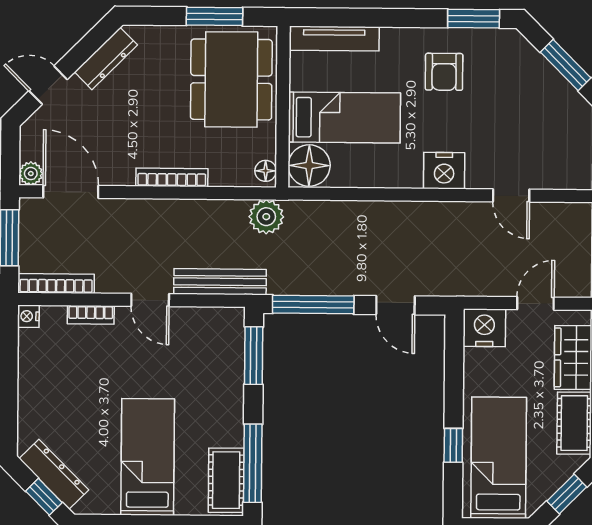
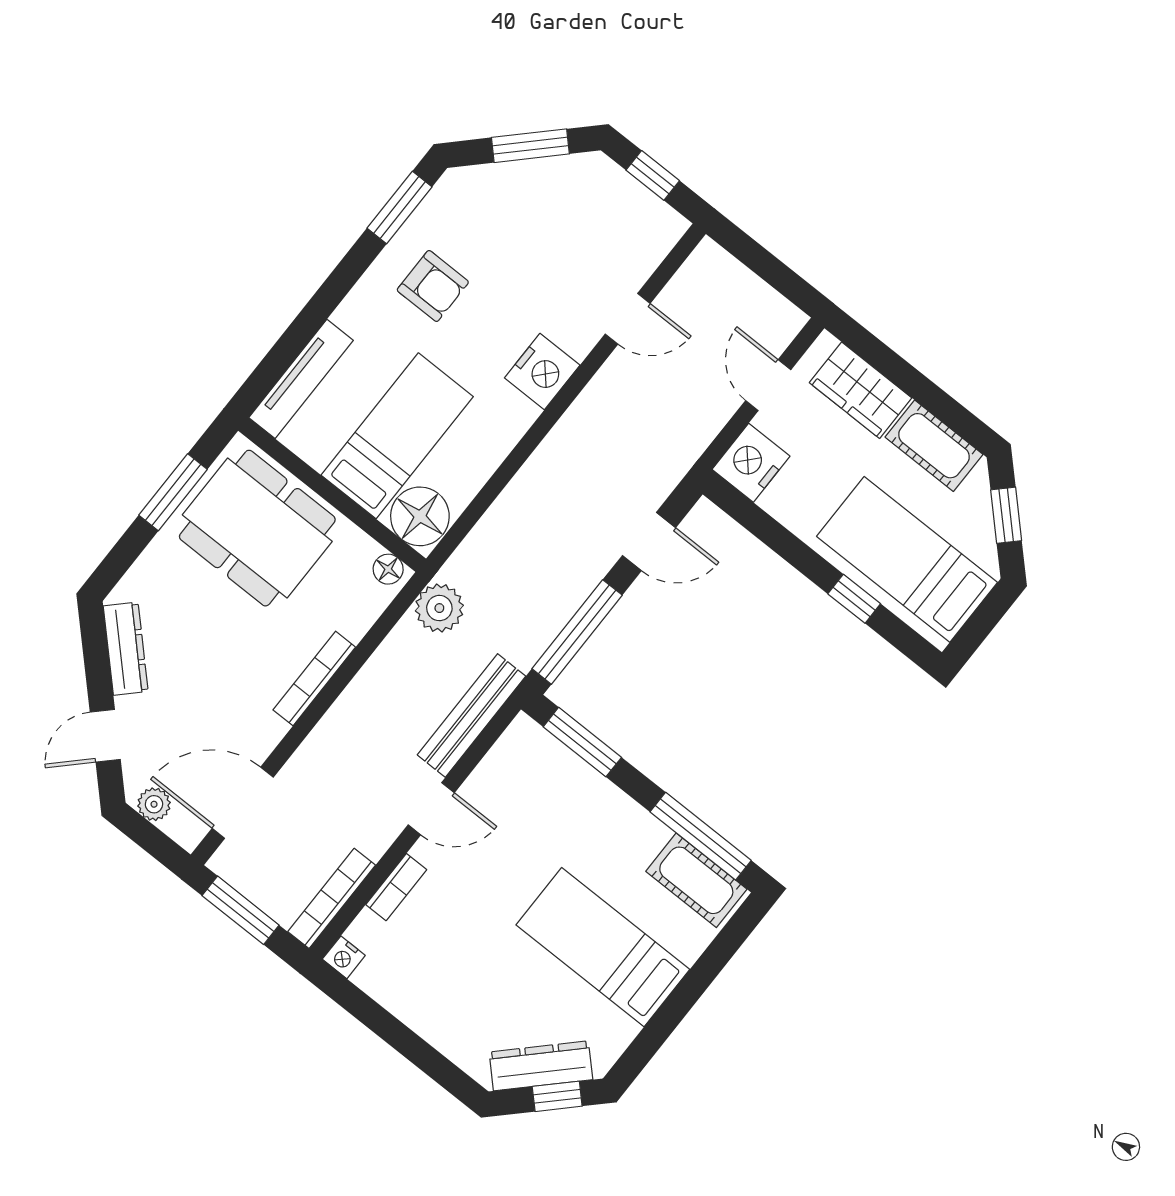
plant: (31, 174) -> (154, 804), moved

